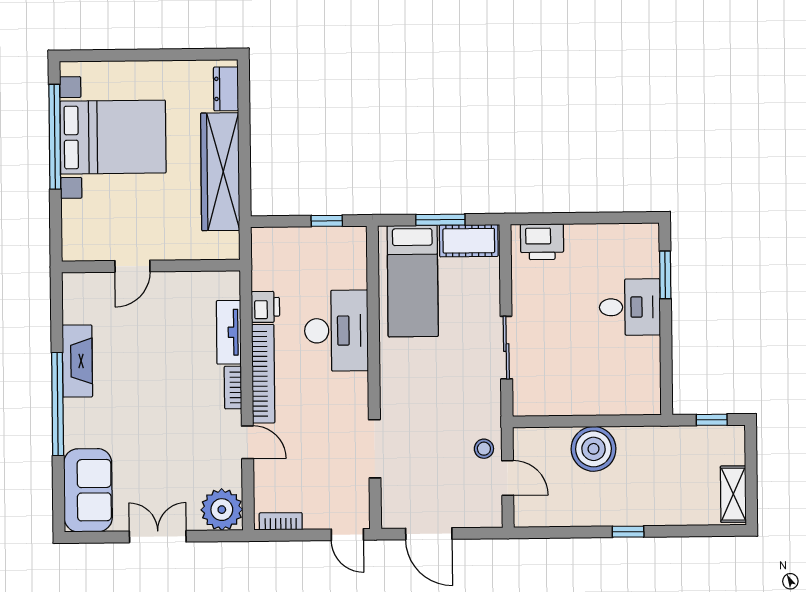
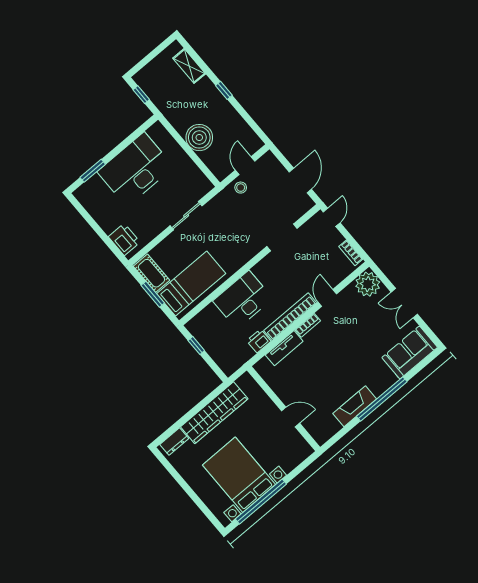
desk: (630, 307) -> (135, 169), width x1.87, depth x1.30
shelving: (733, 494) -> (189, 66), moved, turned 90

